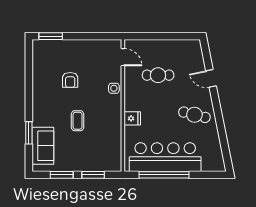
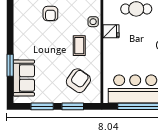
fridge: (132, 118) -> (111, 31), moved
coffee table: (78, 121) -> (79, 46), moved
armchair: (99, 149) -> (78, 81), added

